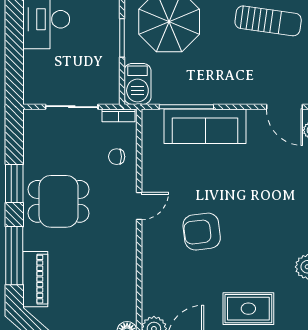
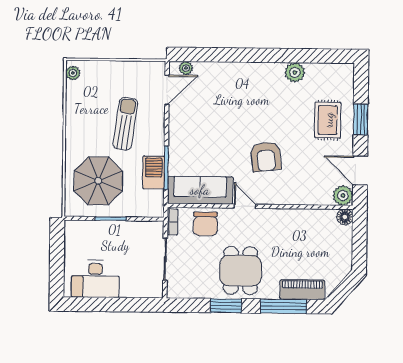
sun lounger: (268, 21) -> (125, 124), moved
barbecue: (137, 84) -> (154, 172), moved, turned -90
sofa: (205, 126) -> (200, 190), moved, turned -90
chair: (117, 157) -> (205, 224), width x1.87, depth x1.87

